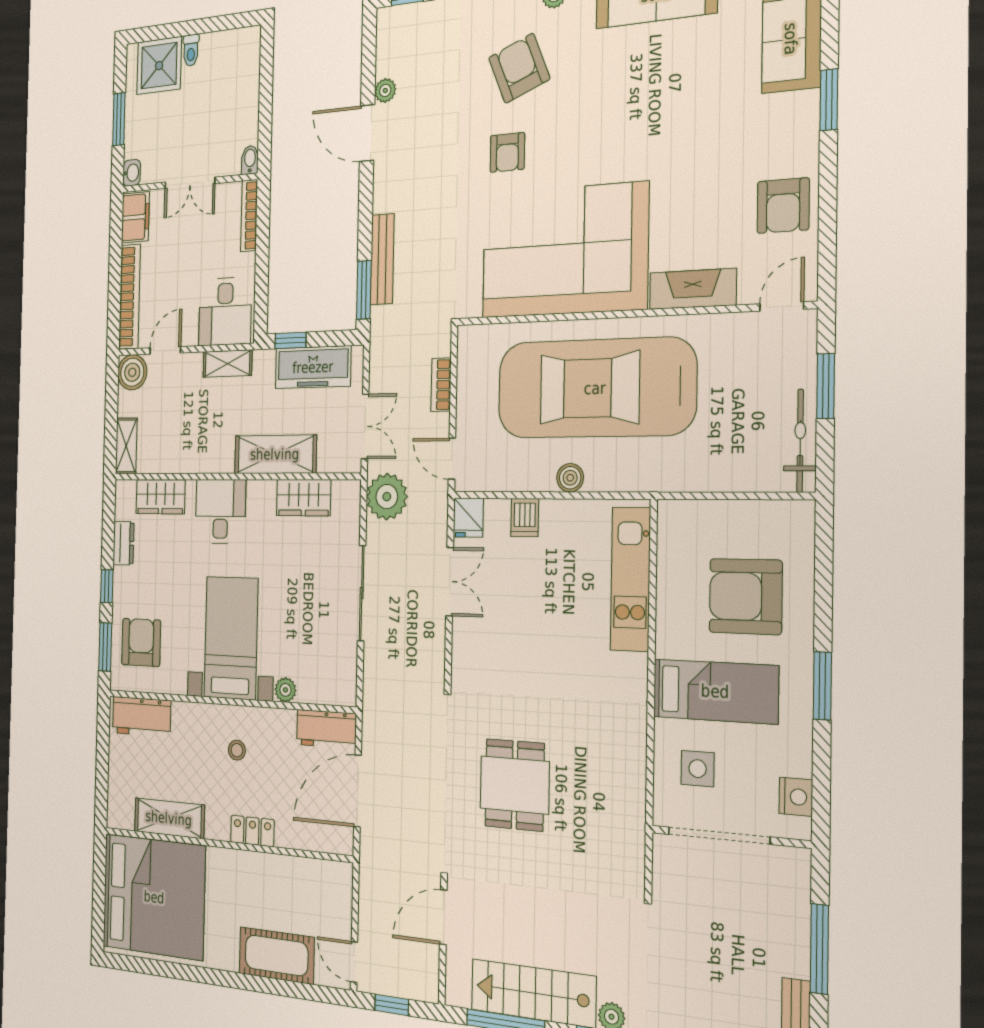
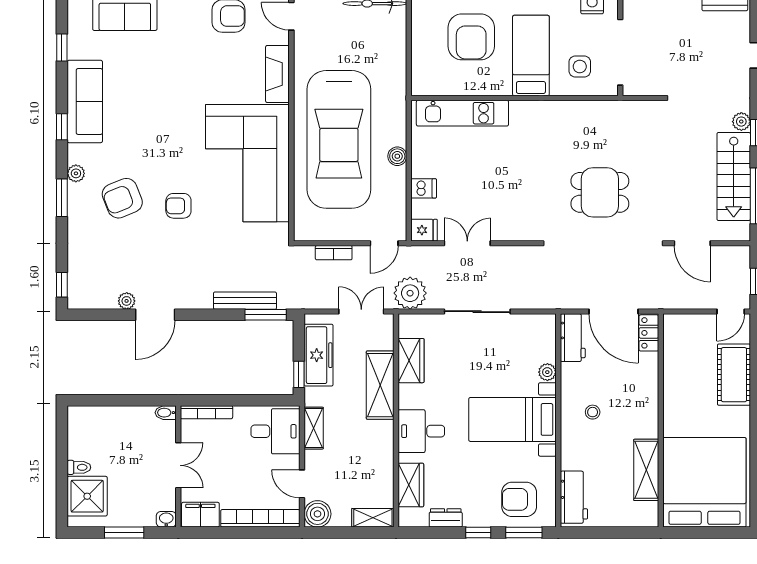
armchair: (507, 152) -> (178, 206), turned 180
locker: (252, 831) -> (649, 333), moved

